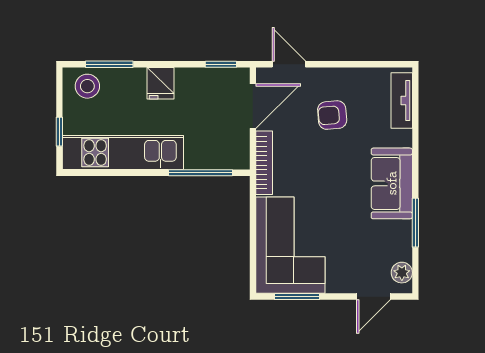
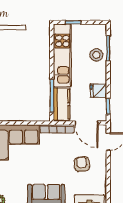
fridge: (160, 83) -> (98, 91), moved
stool: (87, 86) -> (96, 55), moved
kitchen counter: (217, 154) -> (62, 104), added

